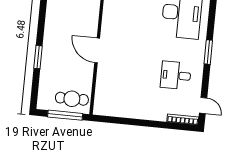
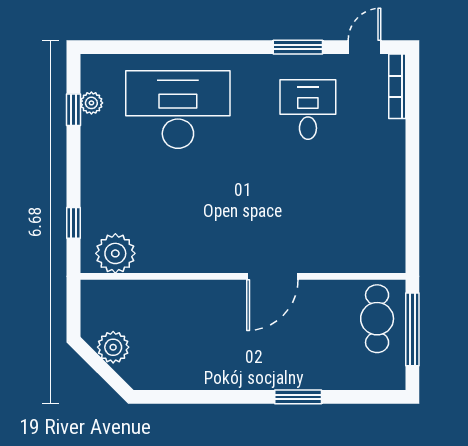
window: (208, 52) -> (298, 47), moved
desk: (176, 75) -> (308, 110), turned 180

